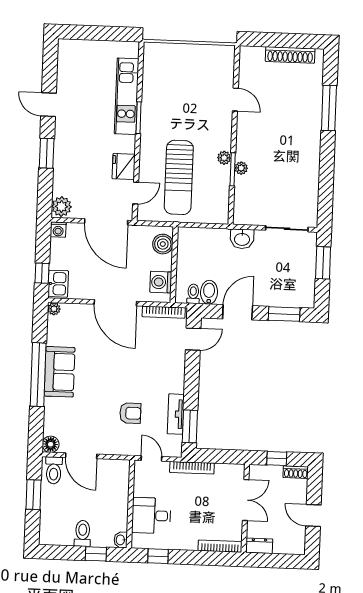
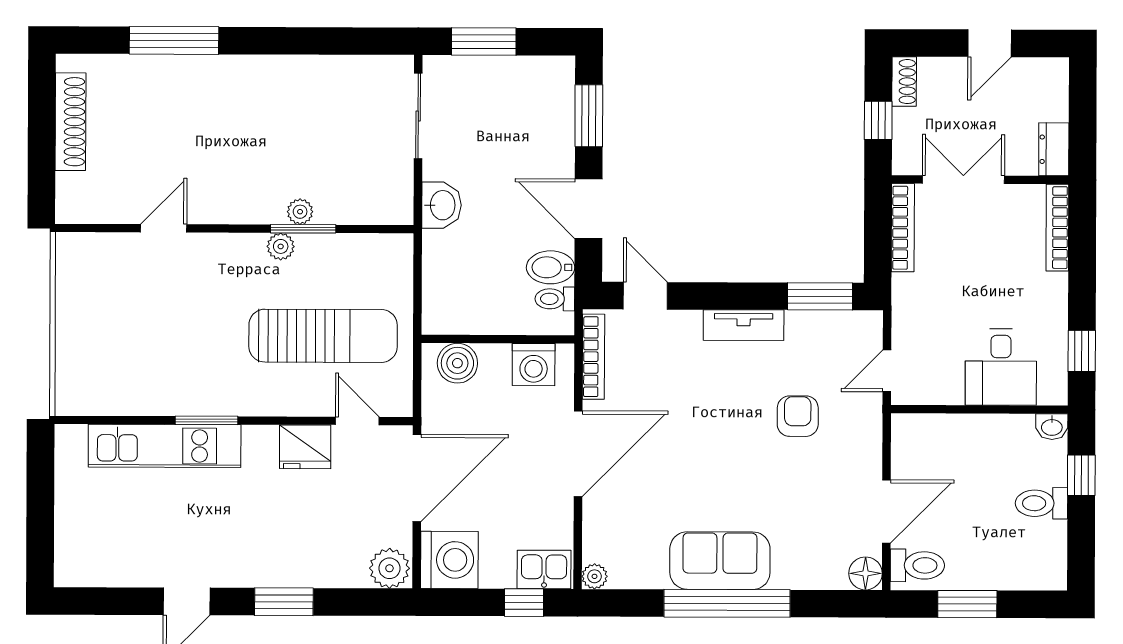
washing machine: (58, 230) -> (449, 560), width x1.89, depth x1.89
tv unit: (176, 414) -> (744, 325), moved
bookcase: (192, 468) -> (903, 228), moved

